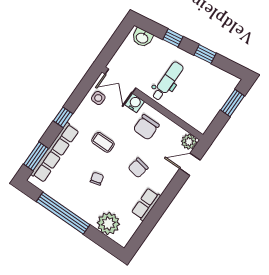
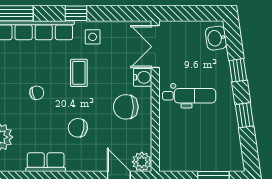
side table: (98, 98) -> (93, 37), moved

